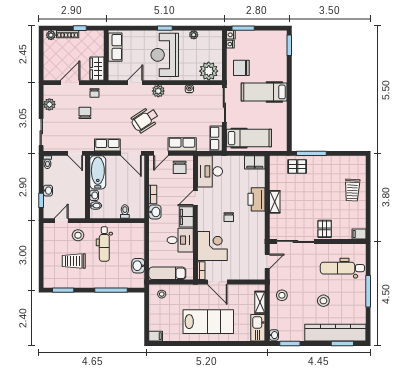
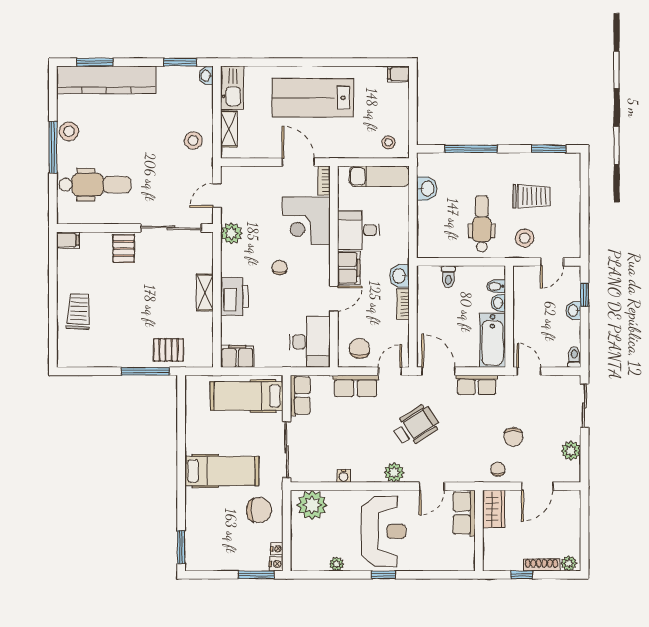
row of seats: (115, 47) -> (464, 513), moved
plant: (258, 238) -> (231, 233), added
stool: (323, 301) -> (69, 131), moved

